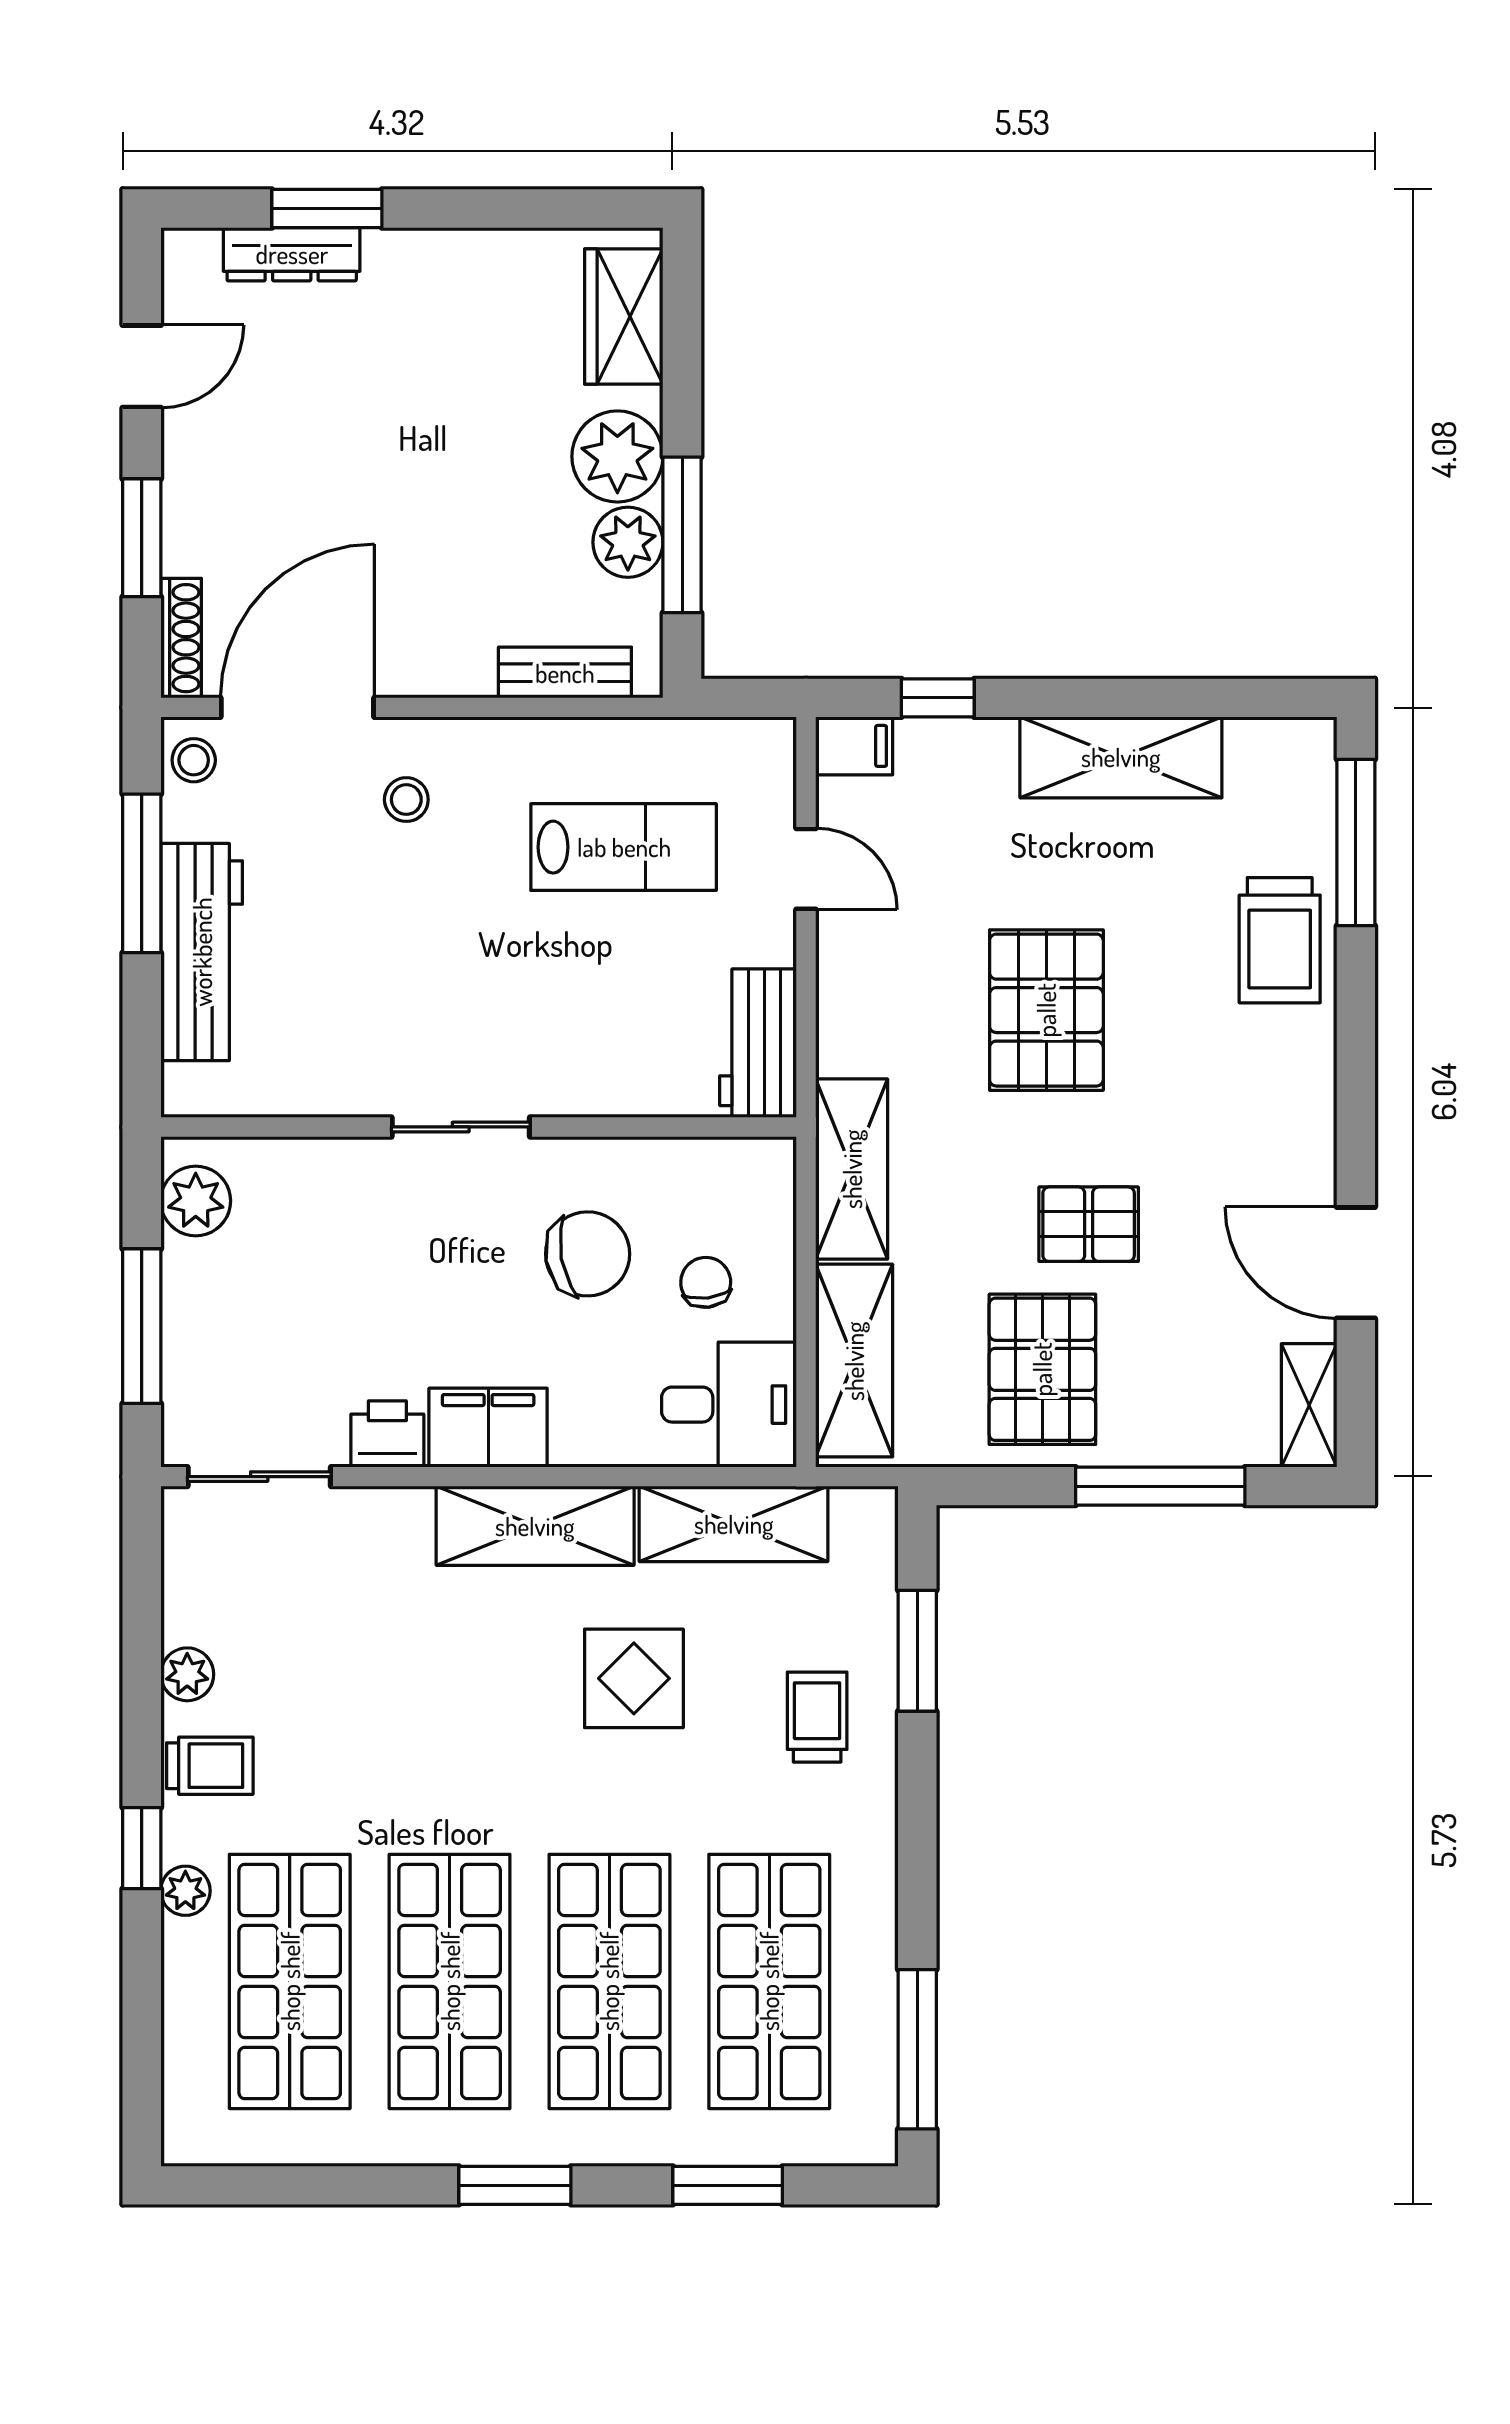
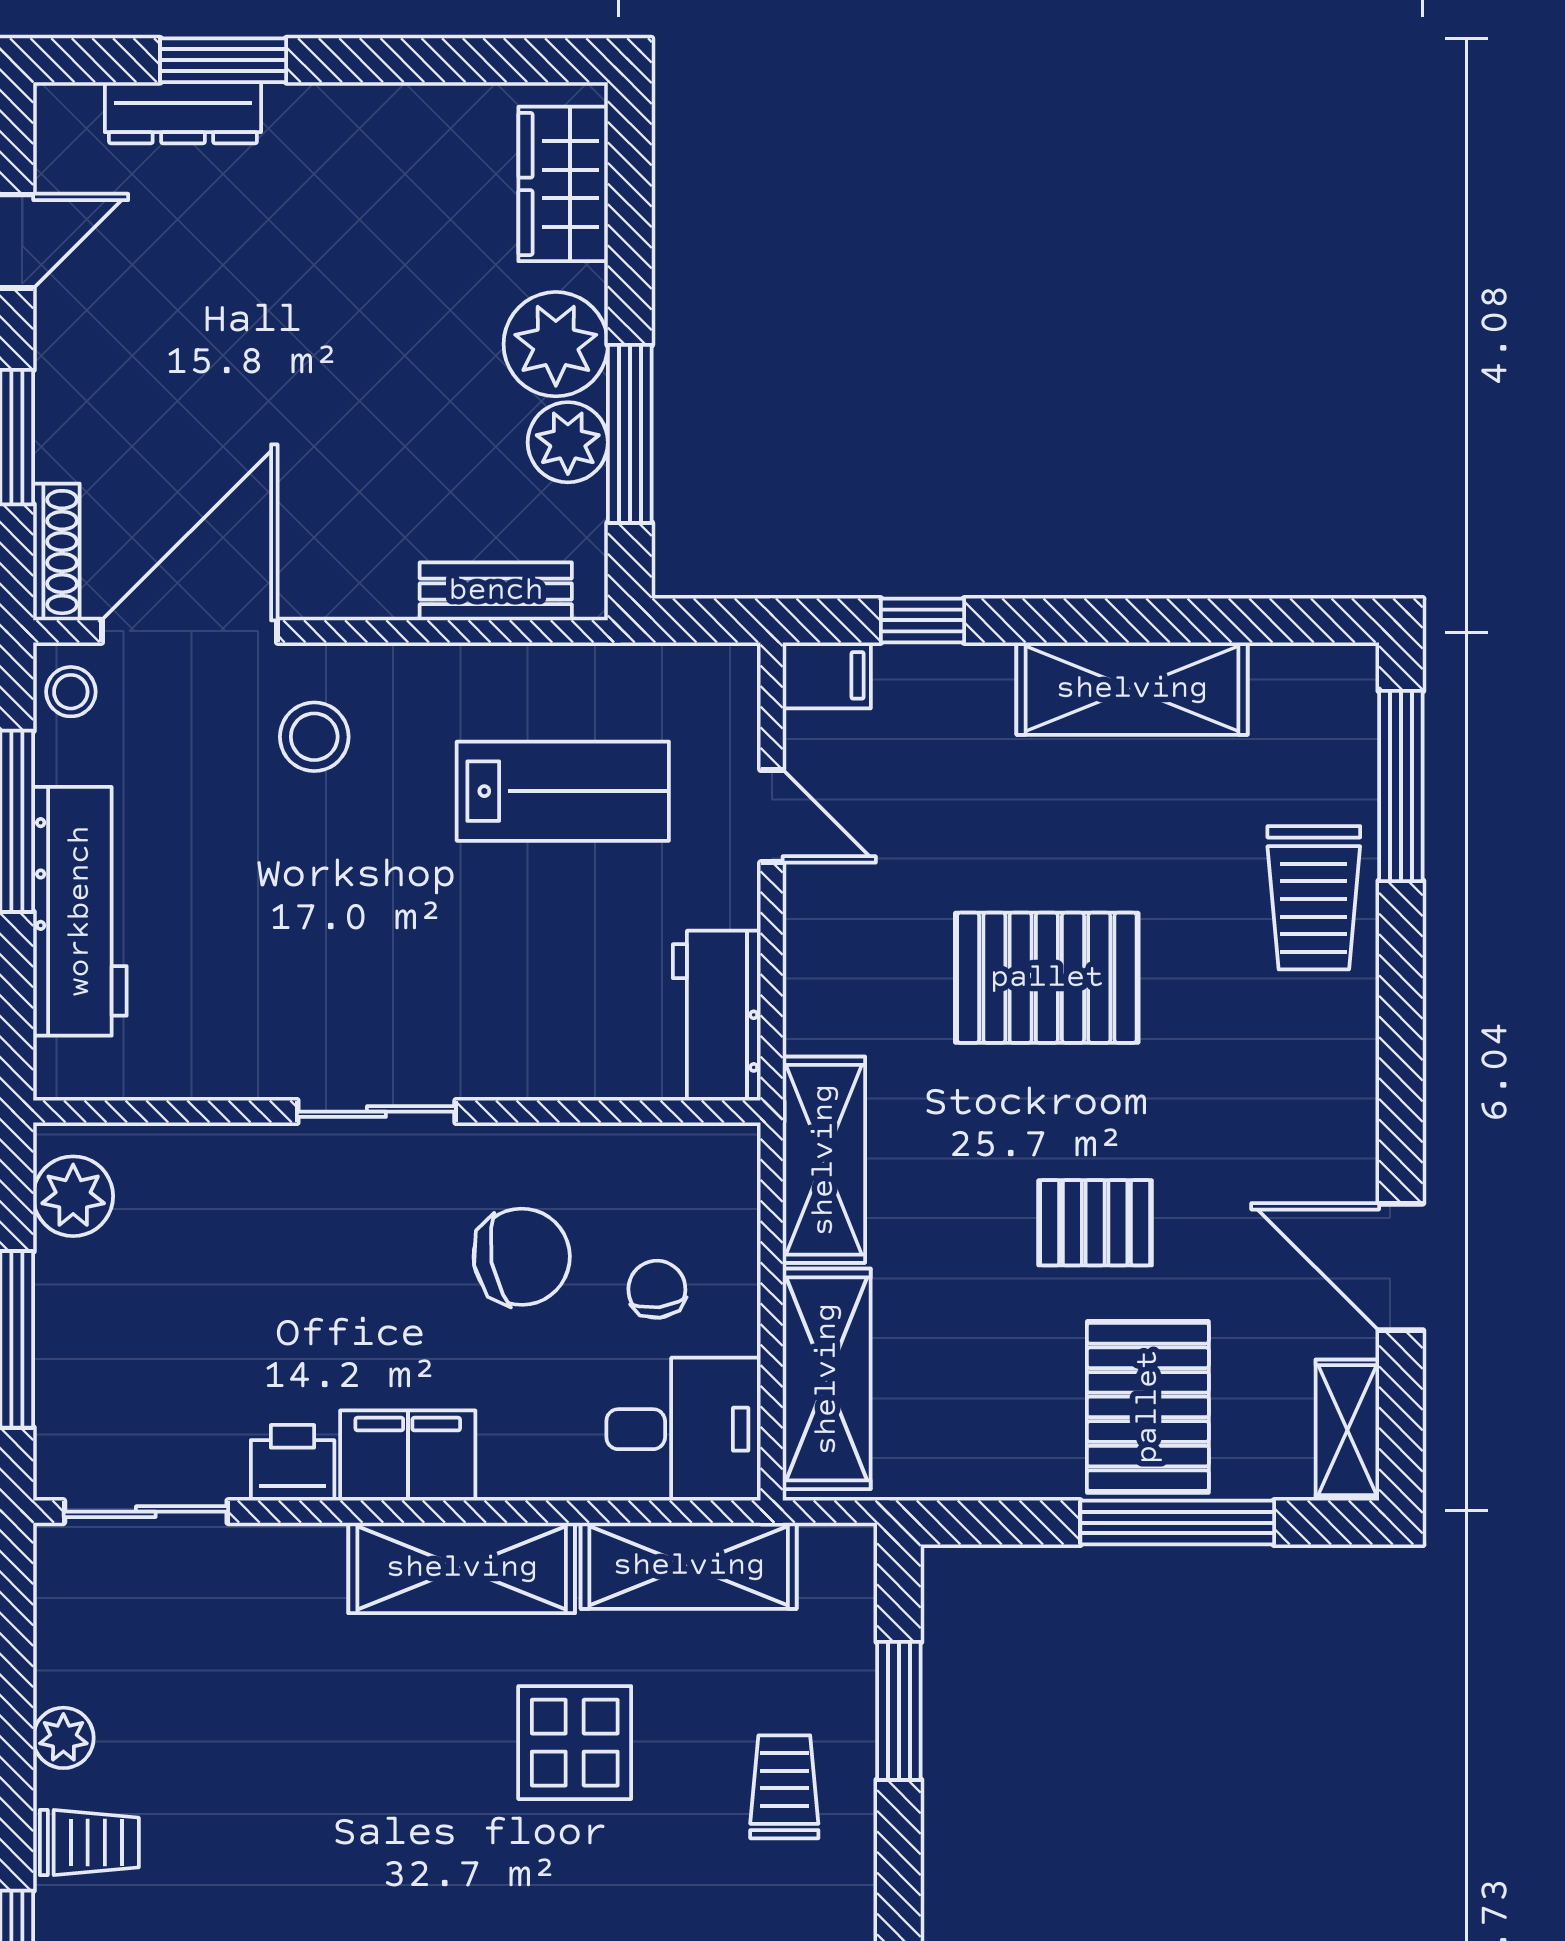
stool: (406, 800) -> (314, 737), width x1.37, depth x1.37
pallet: (1046, 1010) -> (1047, 978), turned 90
pallet: (1042, 1369) -> (1148, 1407), moved

